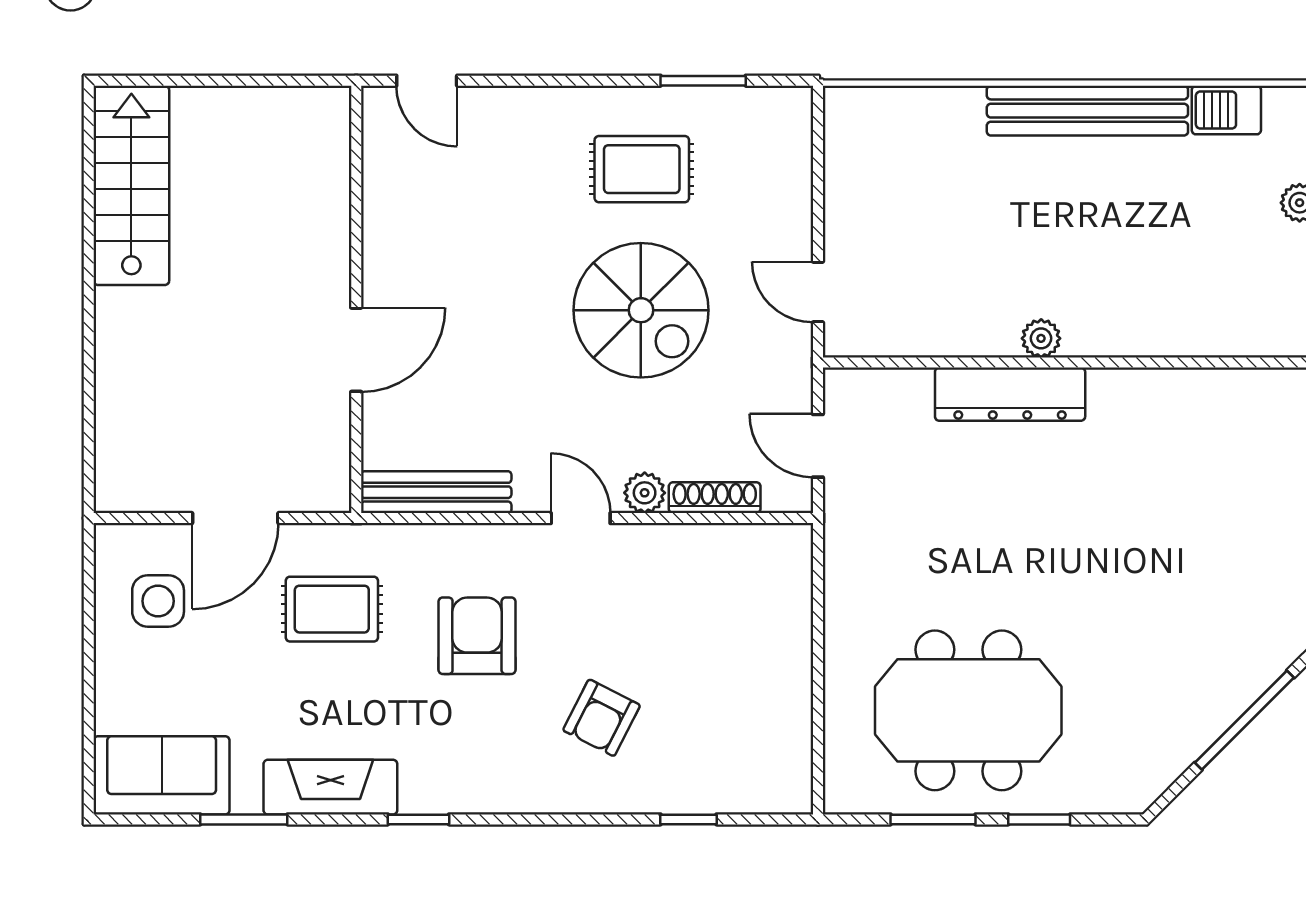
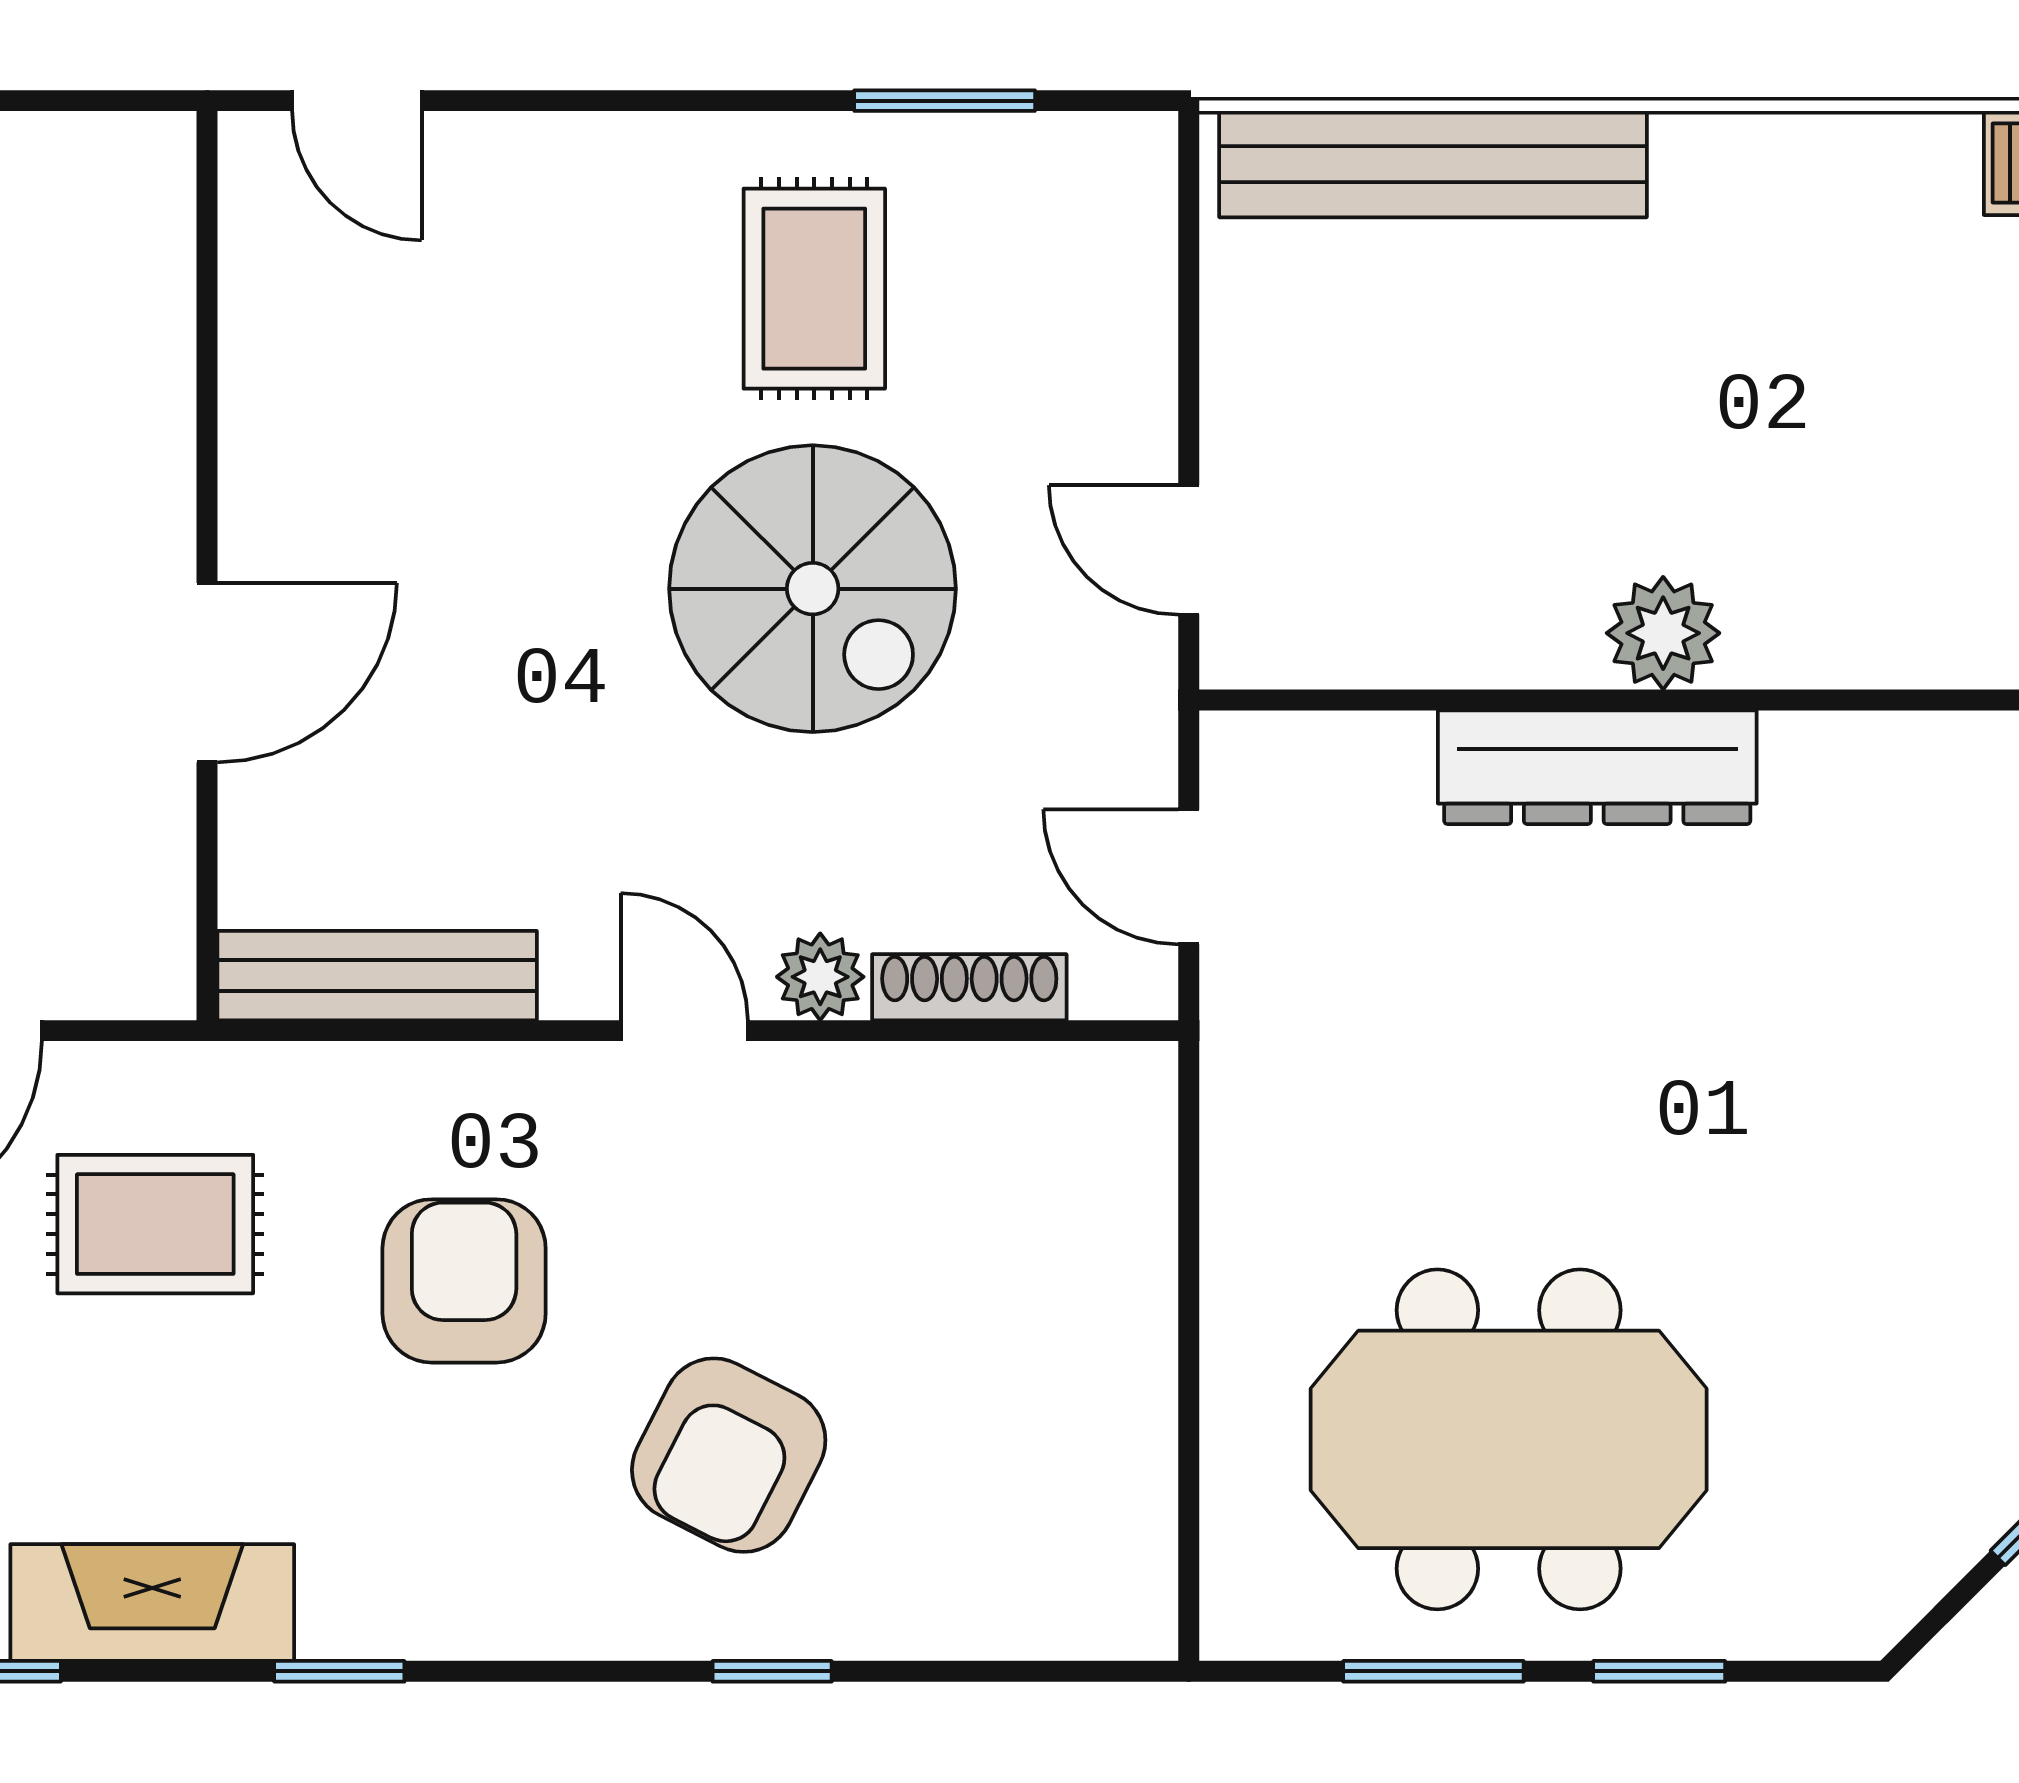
bench: (1087, 111) -> (1433, 164), moved
rug: (642, 169) -> (814, 289), turned 90
plant: (1041, 338) -> (1663, 633), width x1.38, depth x1.38
armchair: (602, 718) -> (729, 1455), width x1.38, depth x1.38
window: (688, 819) -> (772, 1671), moved

